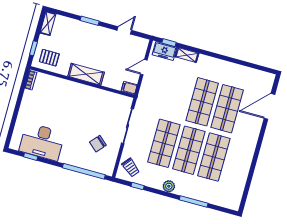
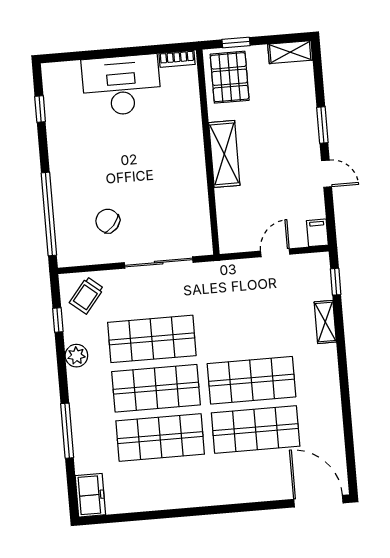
door: (124, 30) -> (327, 174), moved
freezer: (164, 51) -> (90, 495), moved, turned 180
pallet: (49, 58) -> (230, 77), width x1.50, depth x1.42
door: (144, 67) -> (275, 253), hinge flipped
filing cabinet: (129, 88) -> (317, 233), moved
door: (269, 106) -> (318, 501), moved
desk: (42, 142) -> (121, 85), moved, turned 90
plant: (169, 186) -> (76, 356), moved

